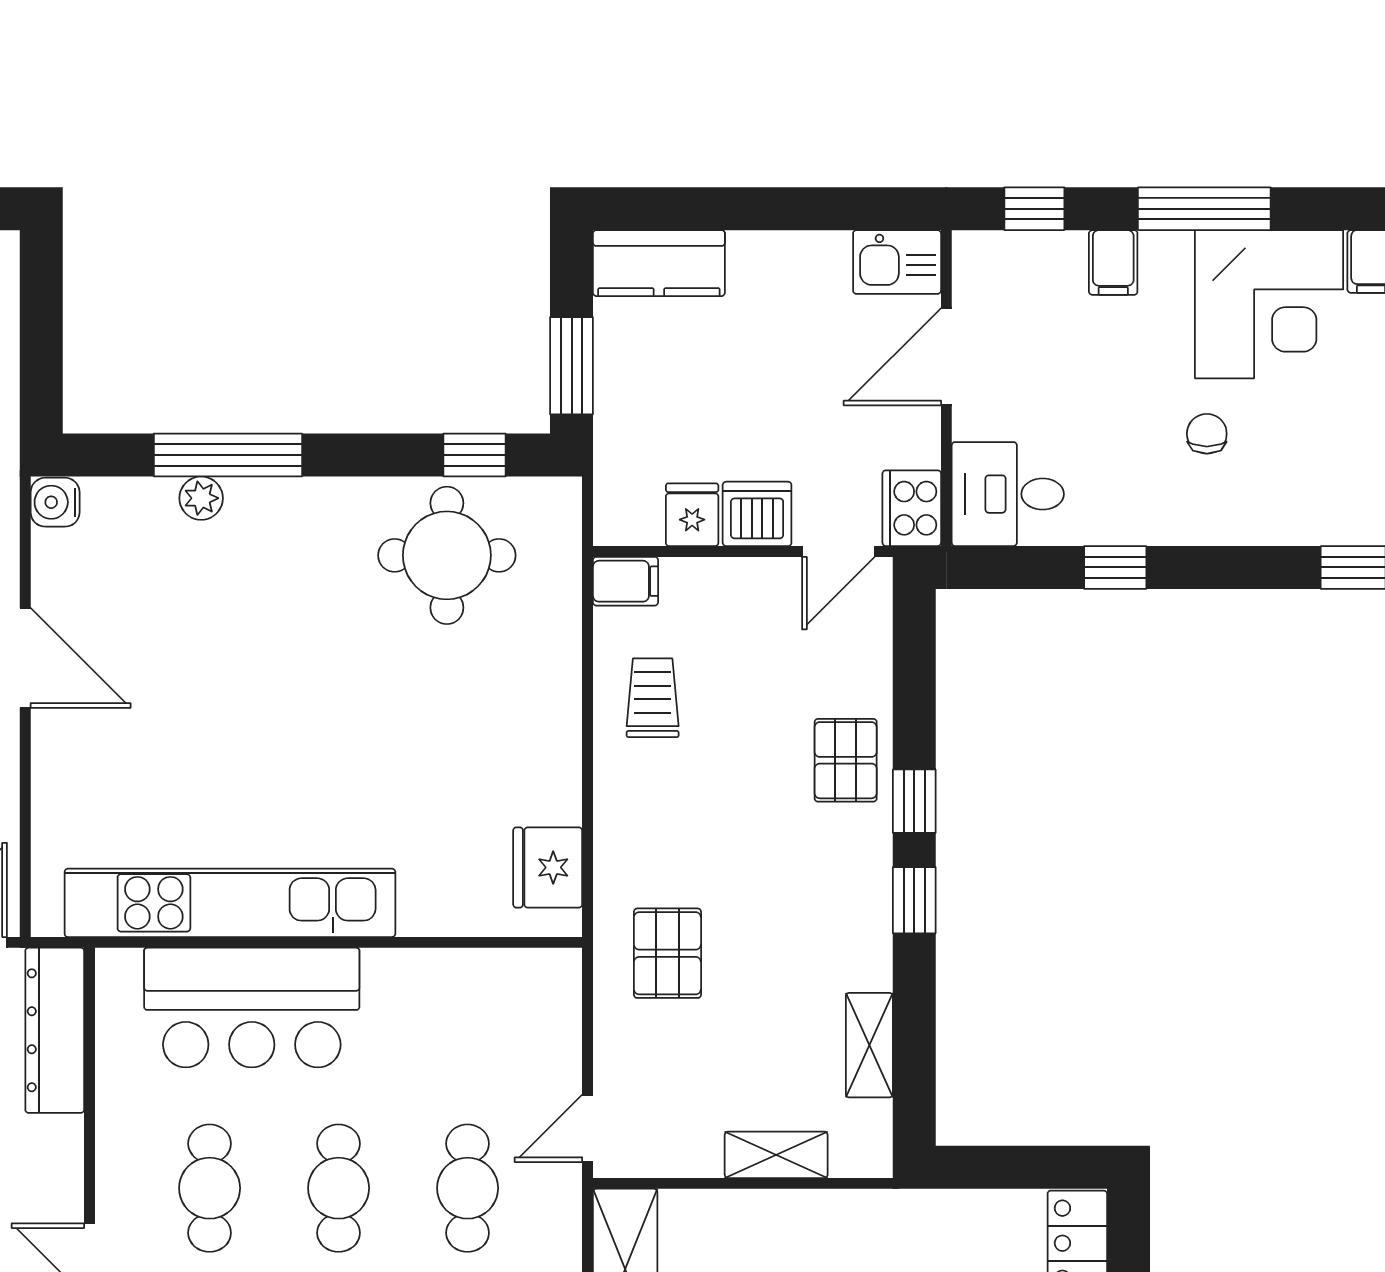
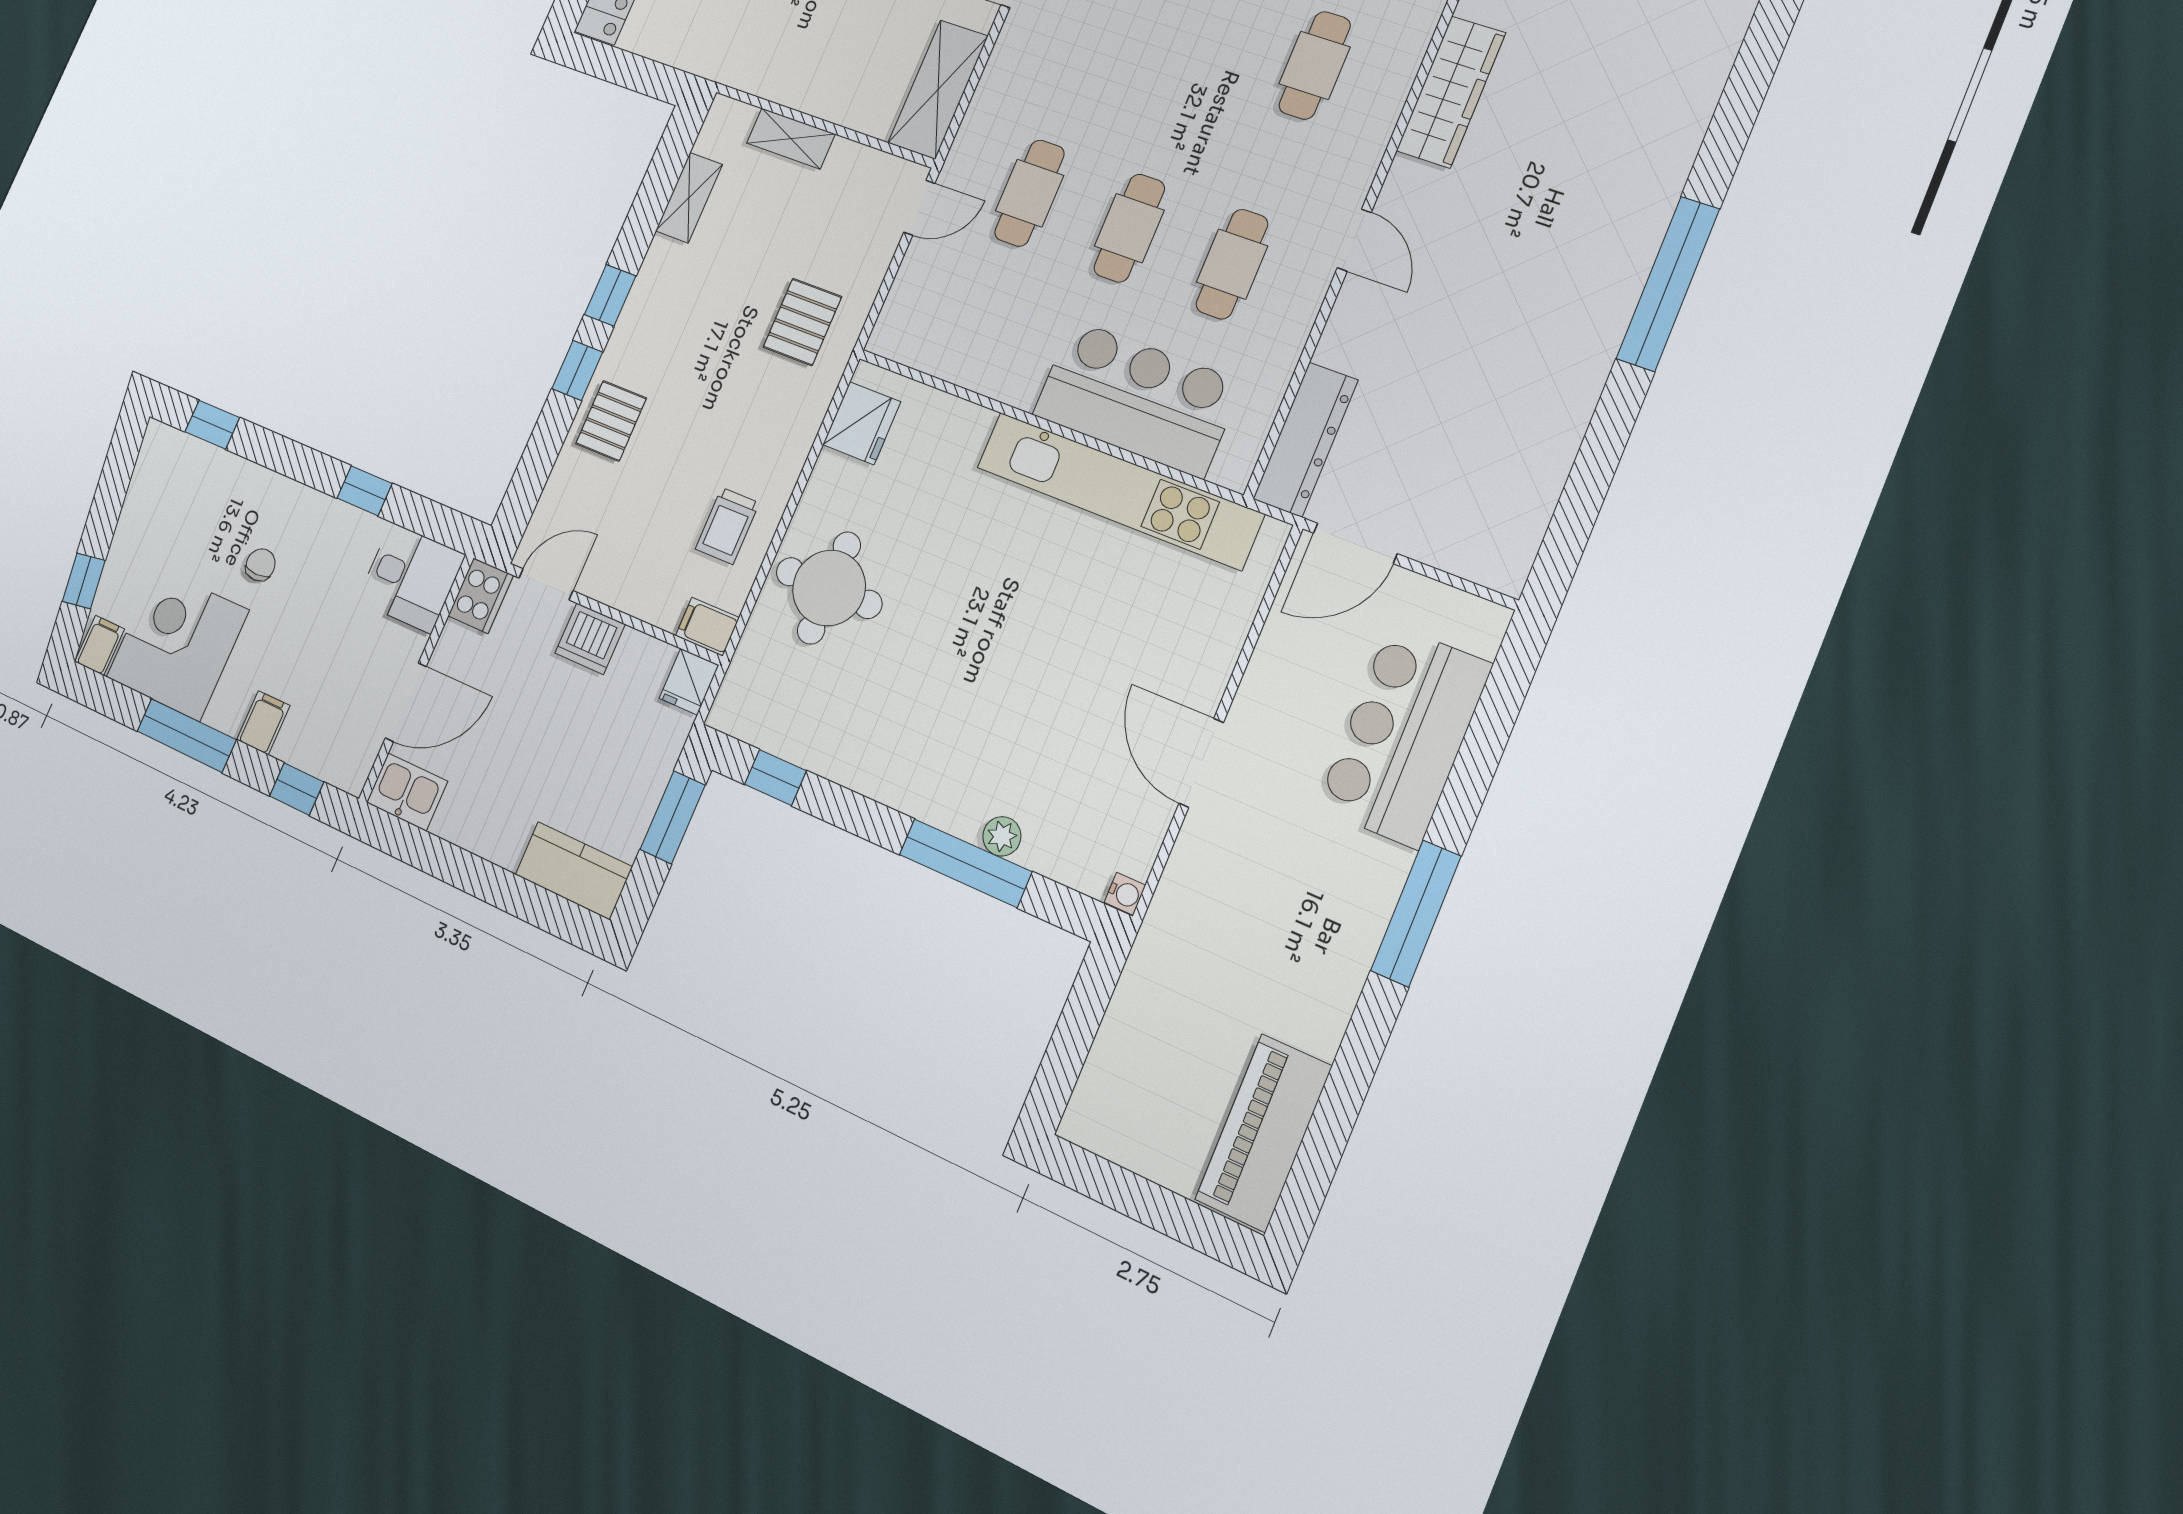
chair: (1207, 434) -> (260, 565), turned 180
water cooler: (55, 502) -> (1125, 894), width x0.72, depth x0.72
fridge: (692, 515) -> (689, 682), moved
round table: (447, 555) -> (829, 588), moved

